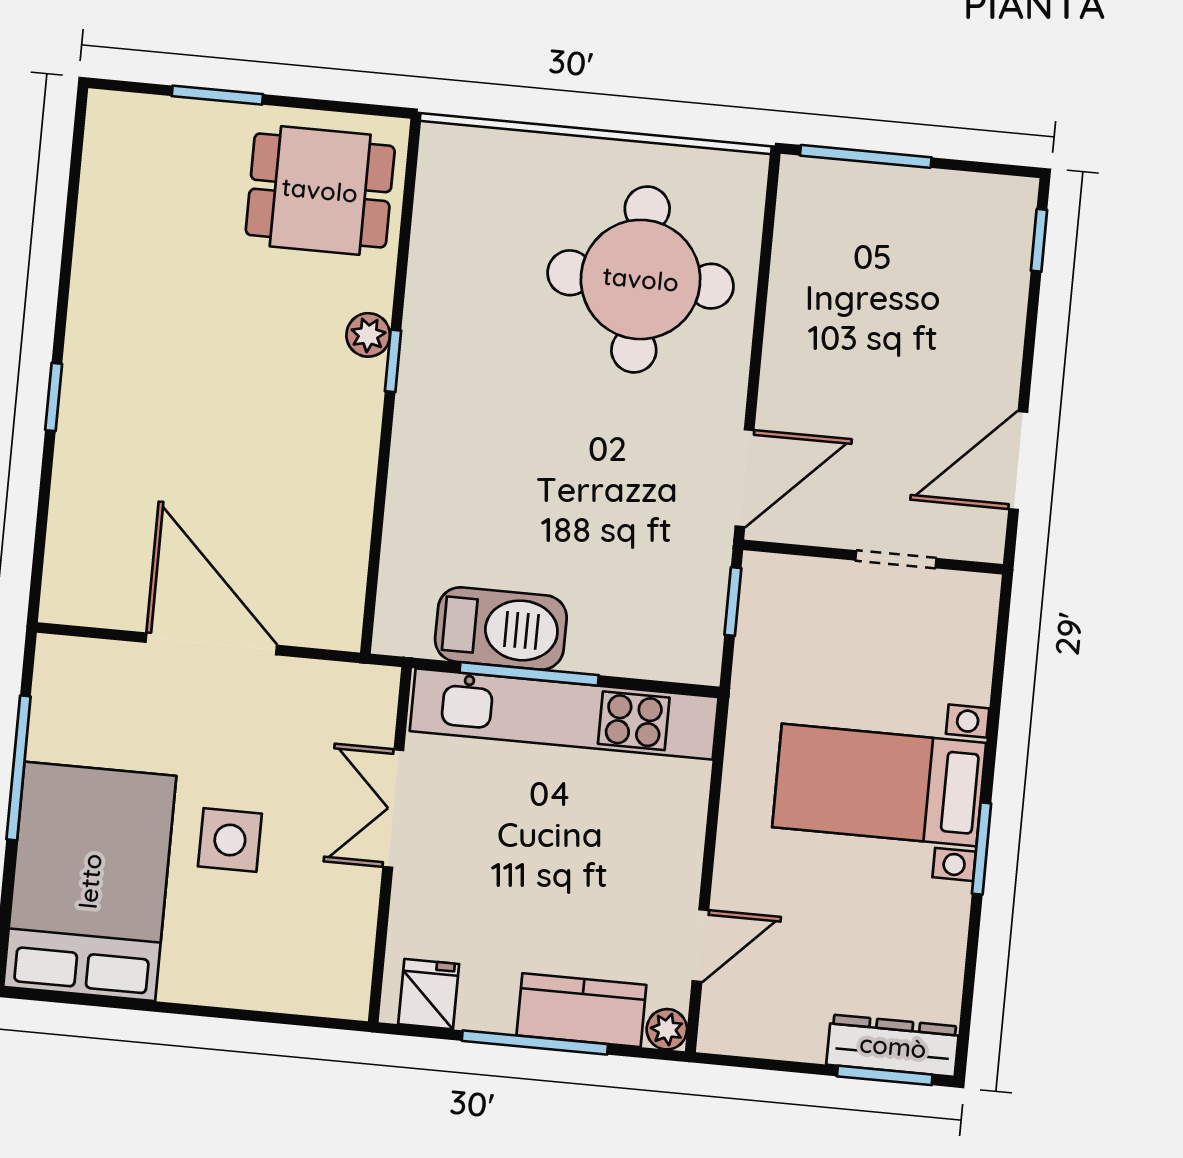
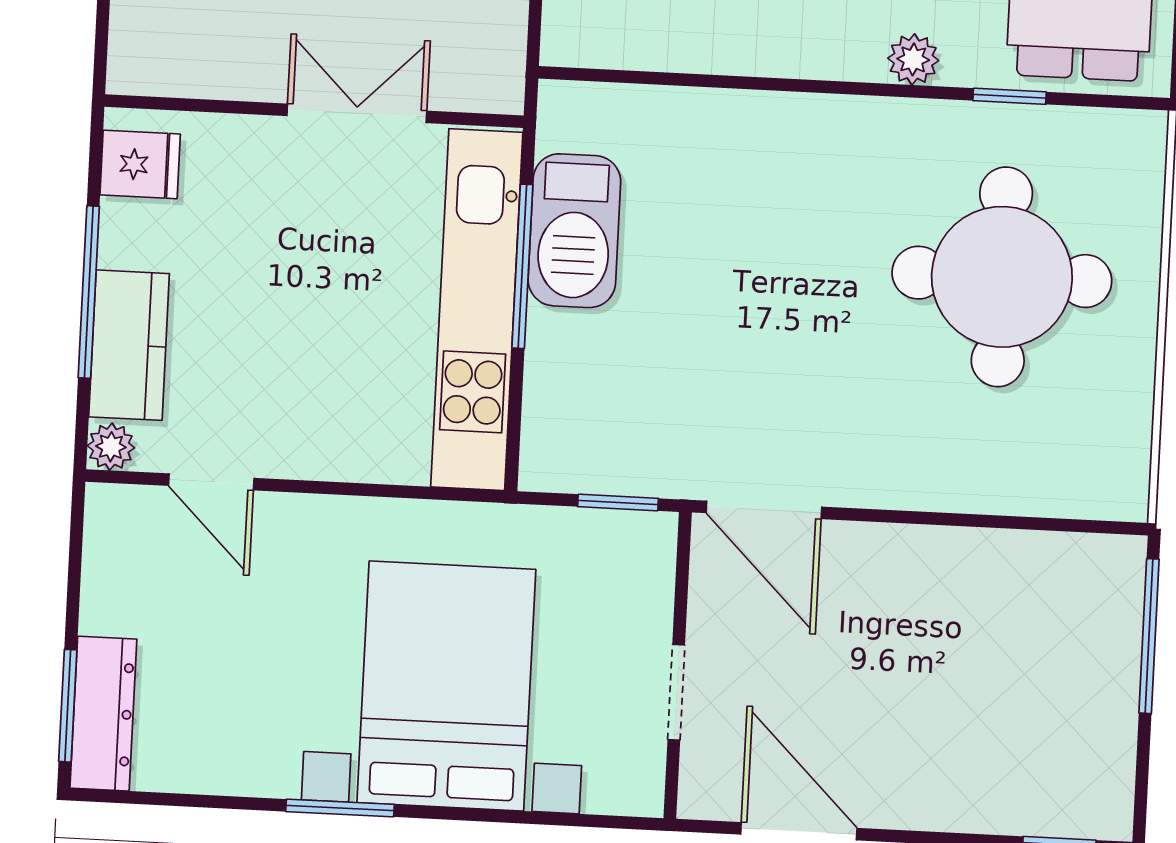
round table: (641, 279) -> (1002, 277), moved
window: (393, 361) -> (1010, 96), moved
bed with nightstands: (879, 785) -> (446, 686), width x1.36

